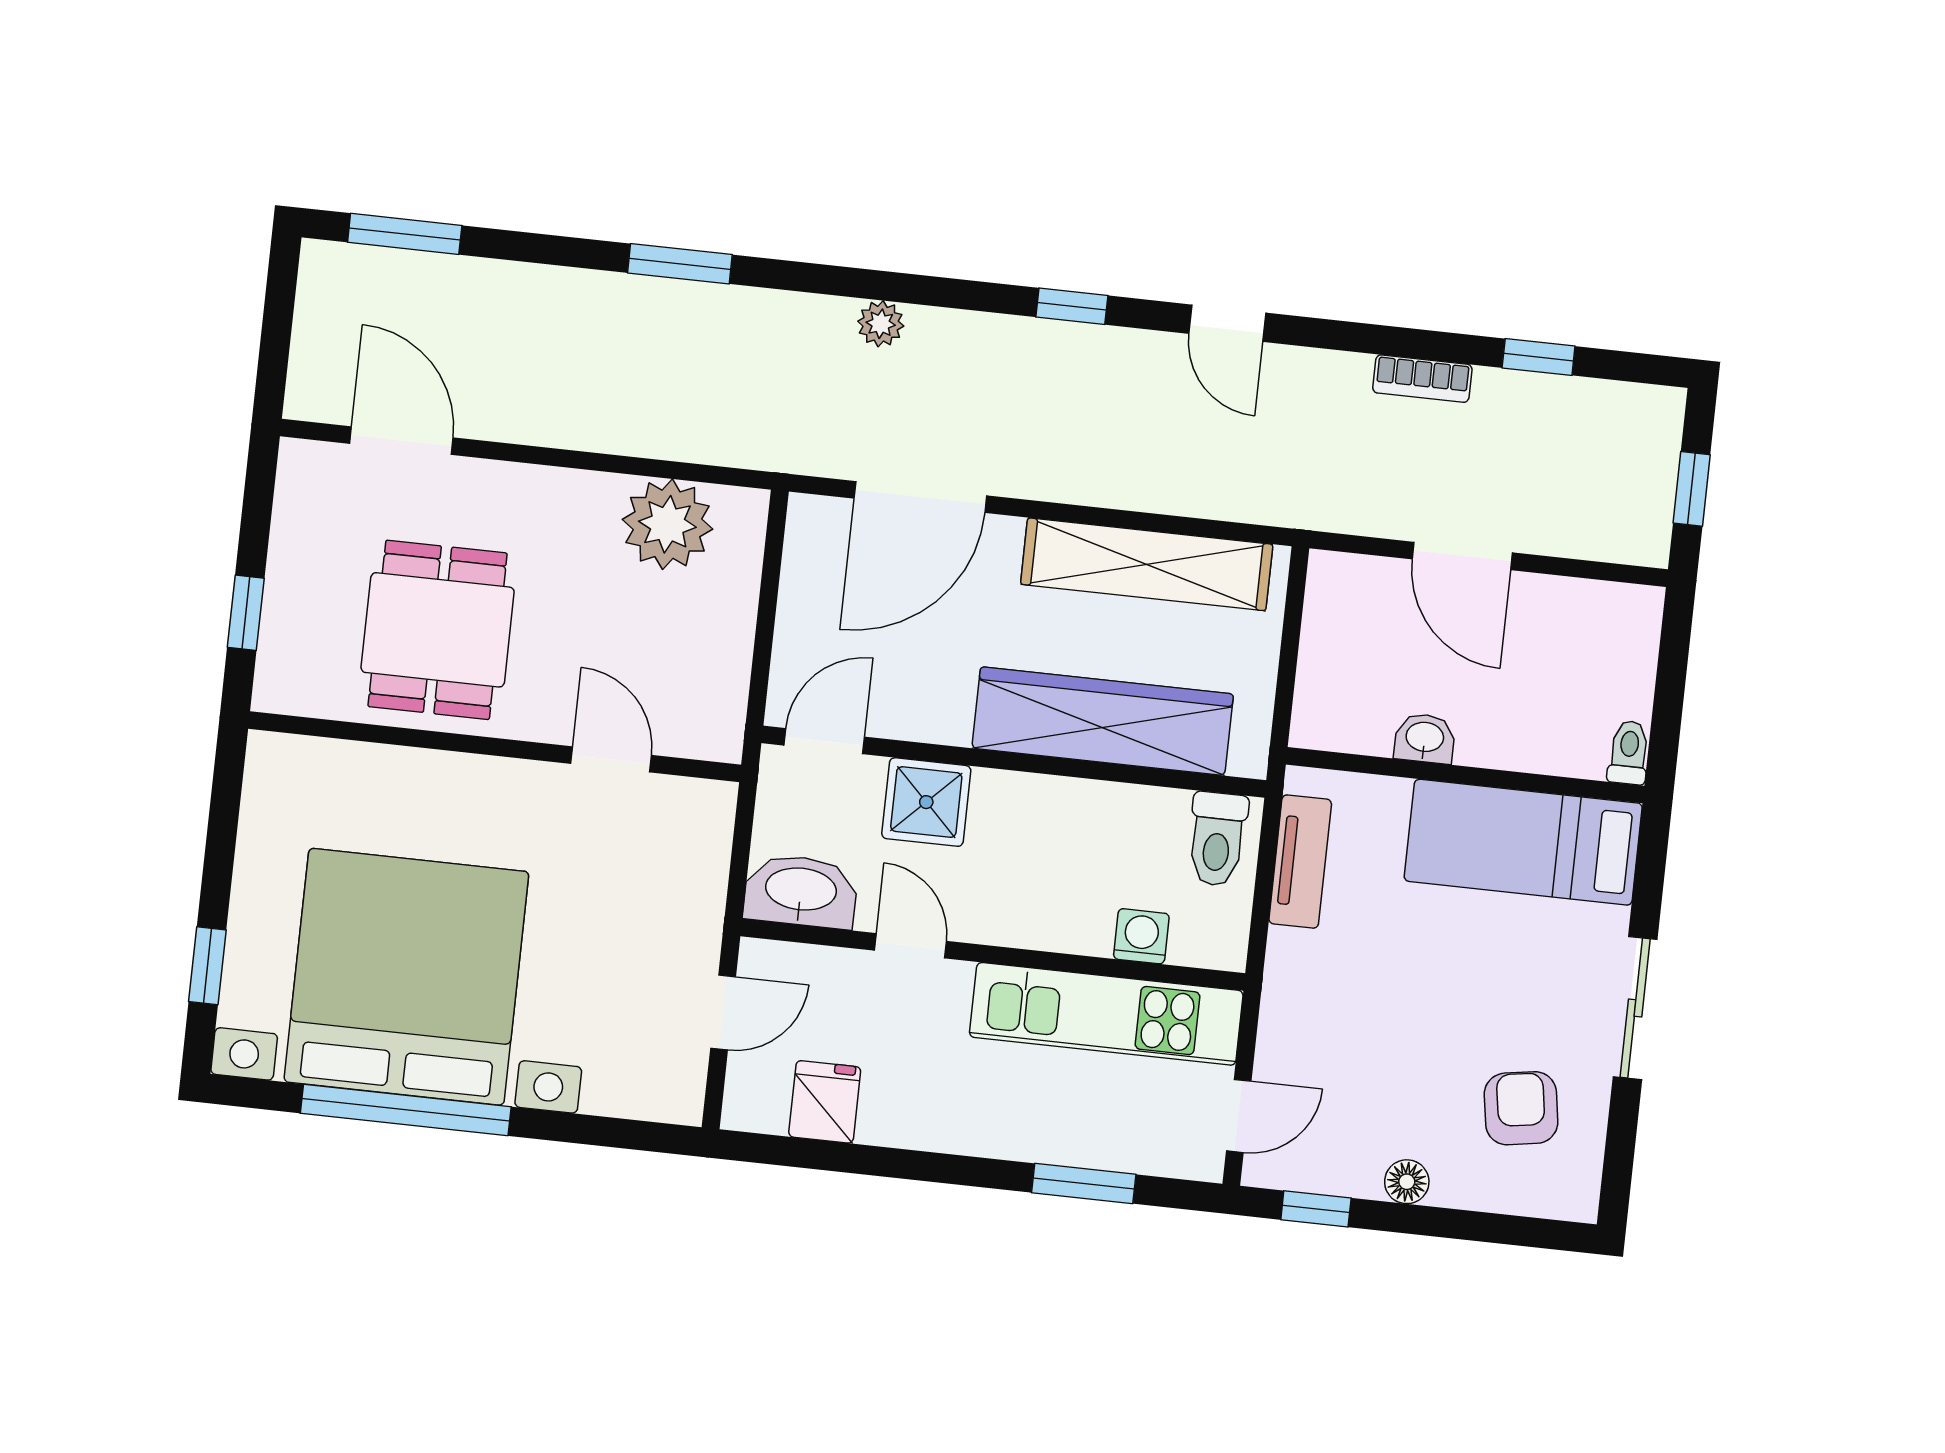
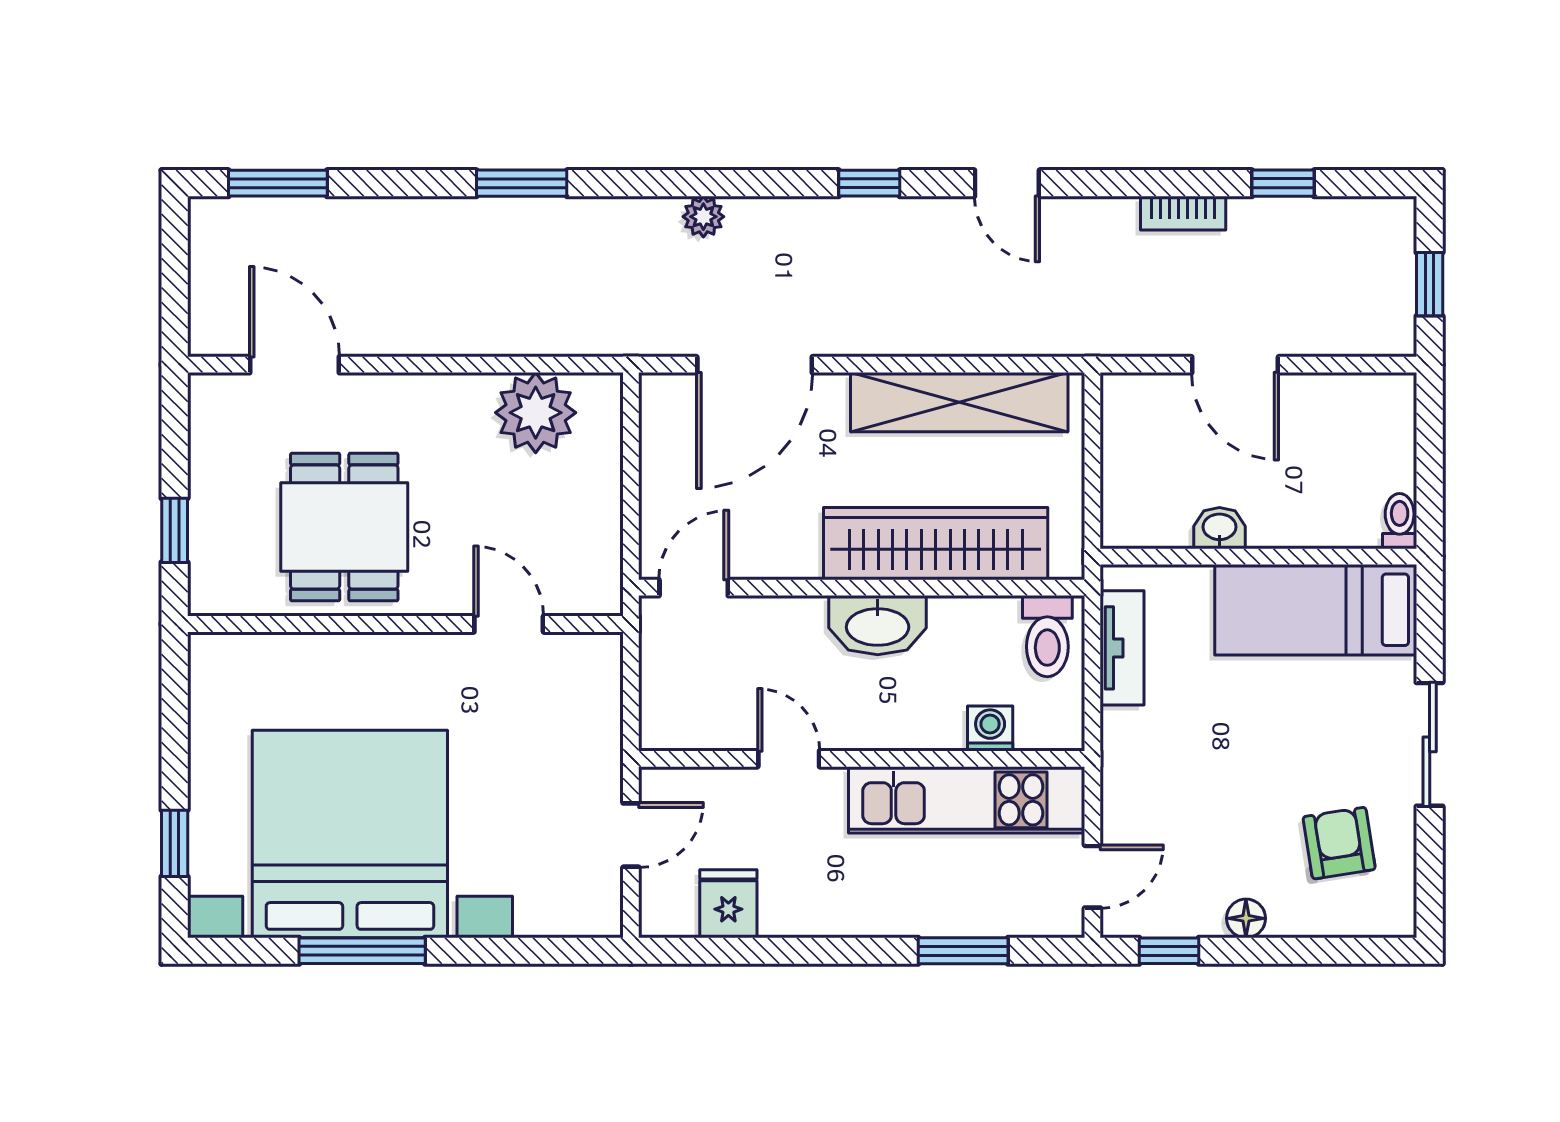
shower: (926, 802) -> (789, 631), removed
washbasin: (801, 891) -> (878, 625), moved, turned 180
window: (406, 1110) -> (362, 951), width x0.68

